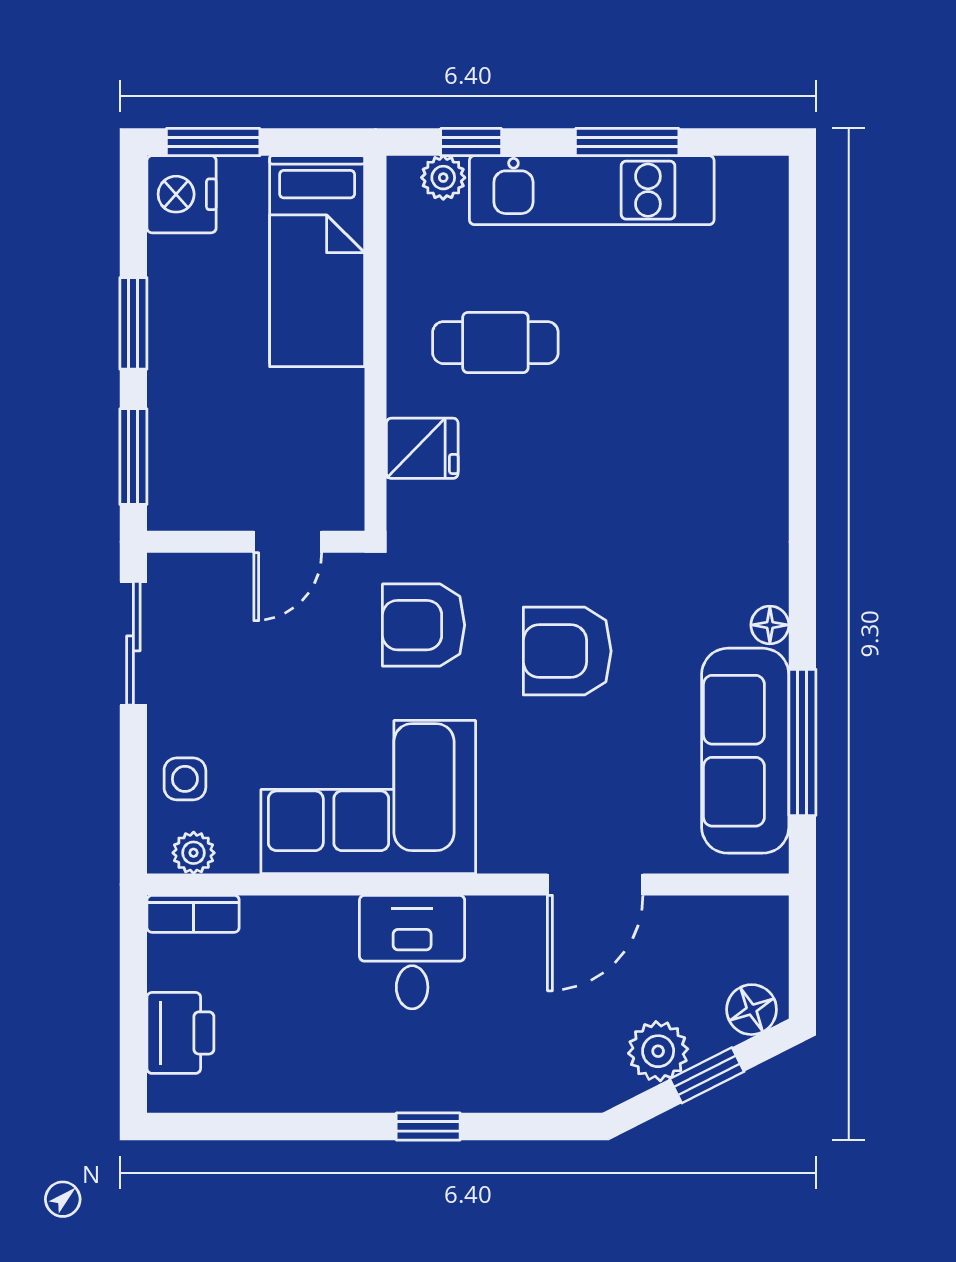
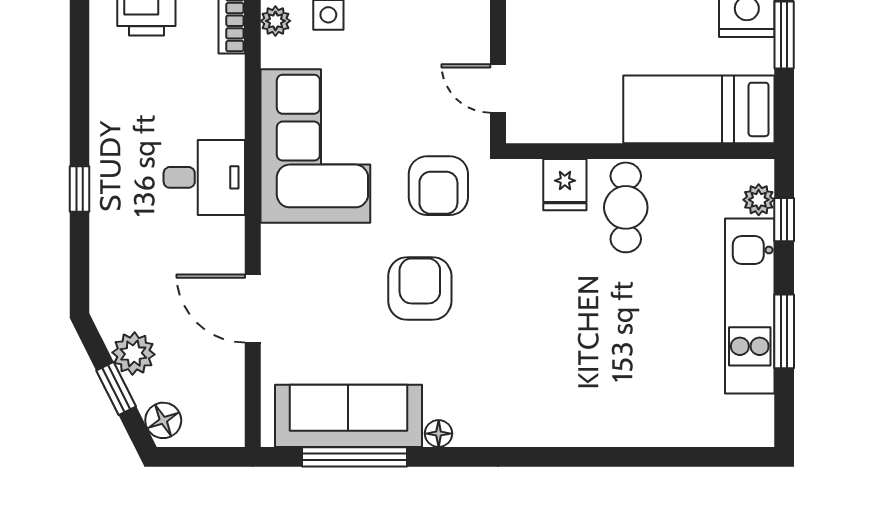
cafe table: (495, 343) -> (626, 207), moved
armchair: (424, 625) -> (438, 186), turned 180

